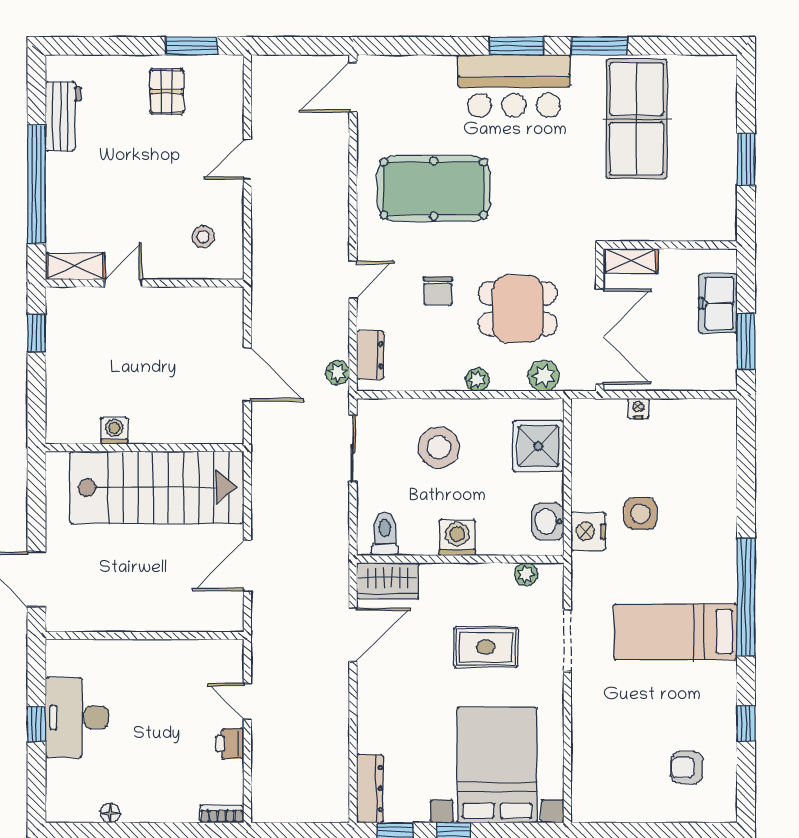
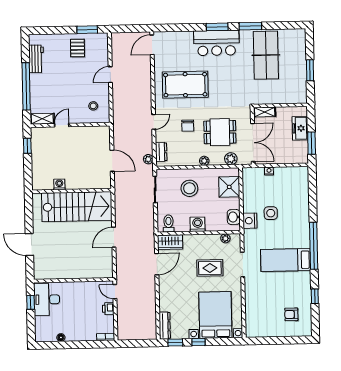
wall: (145, 636) -> (73, 280), moved

